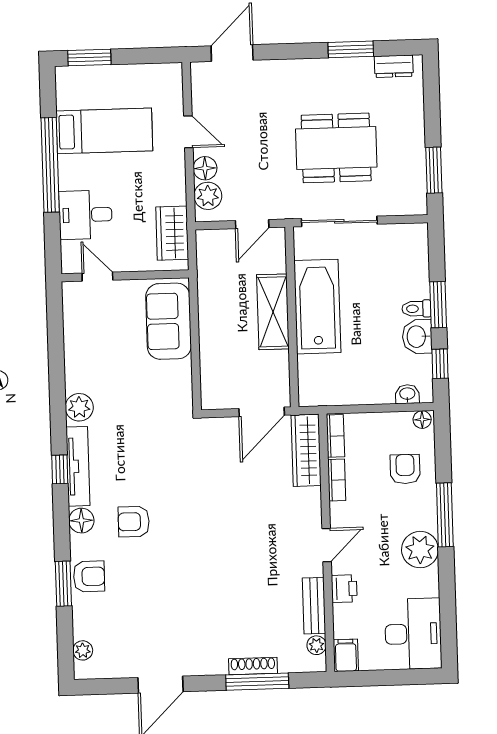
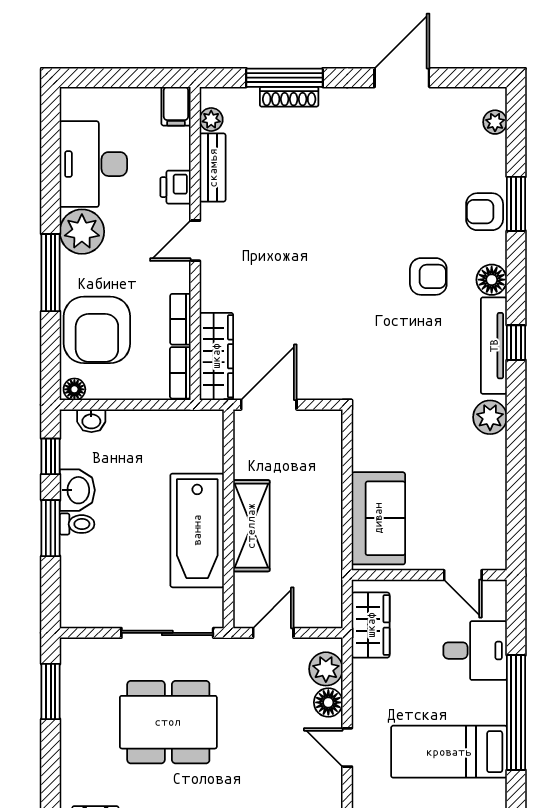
armchair: (405, 469) -> (97, 330), width x1.88, depth x1.88
desk: (413, 634) -> (93, 164), moved

